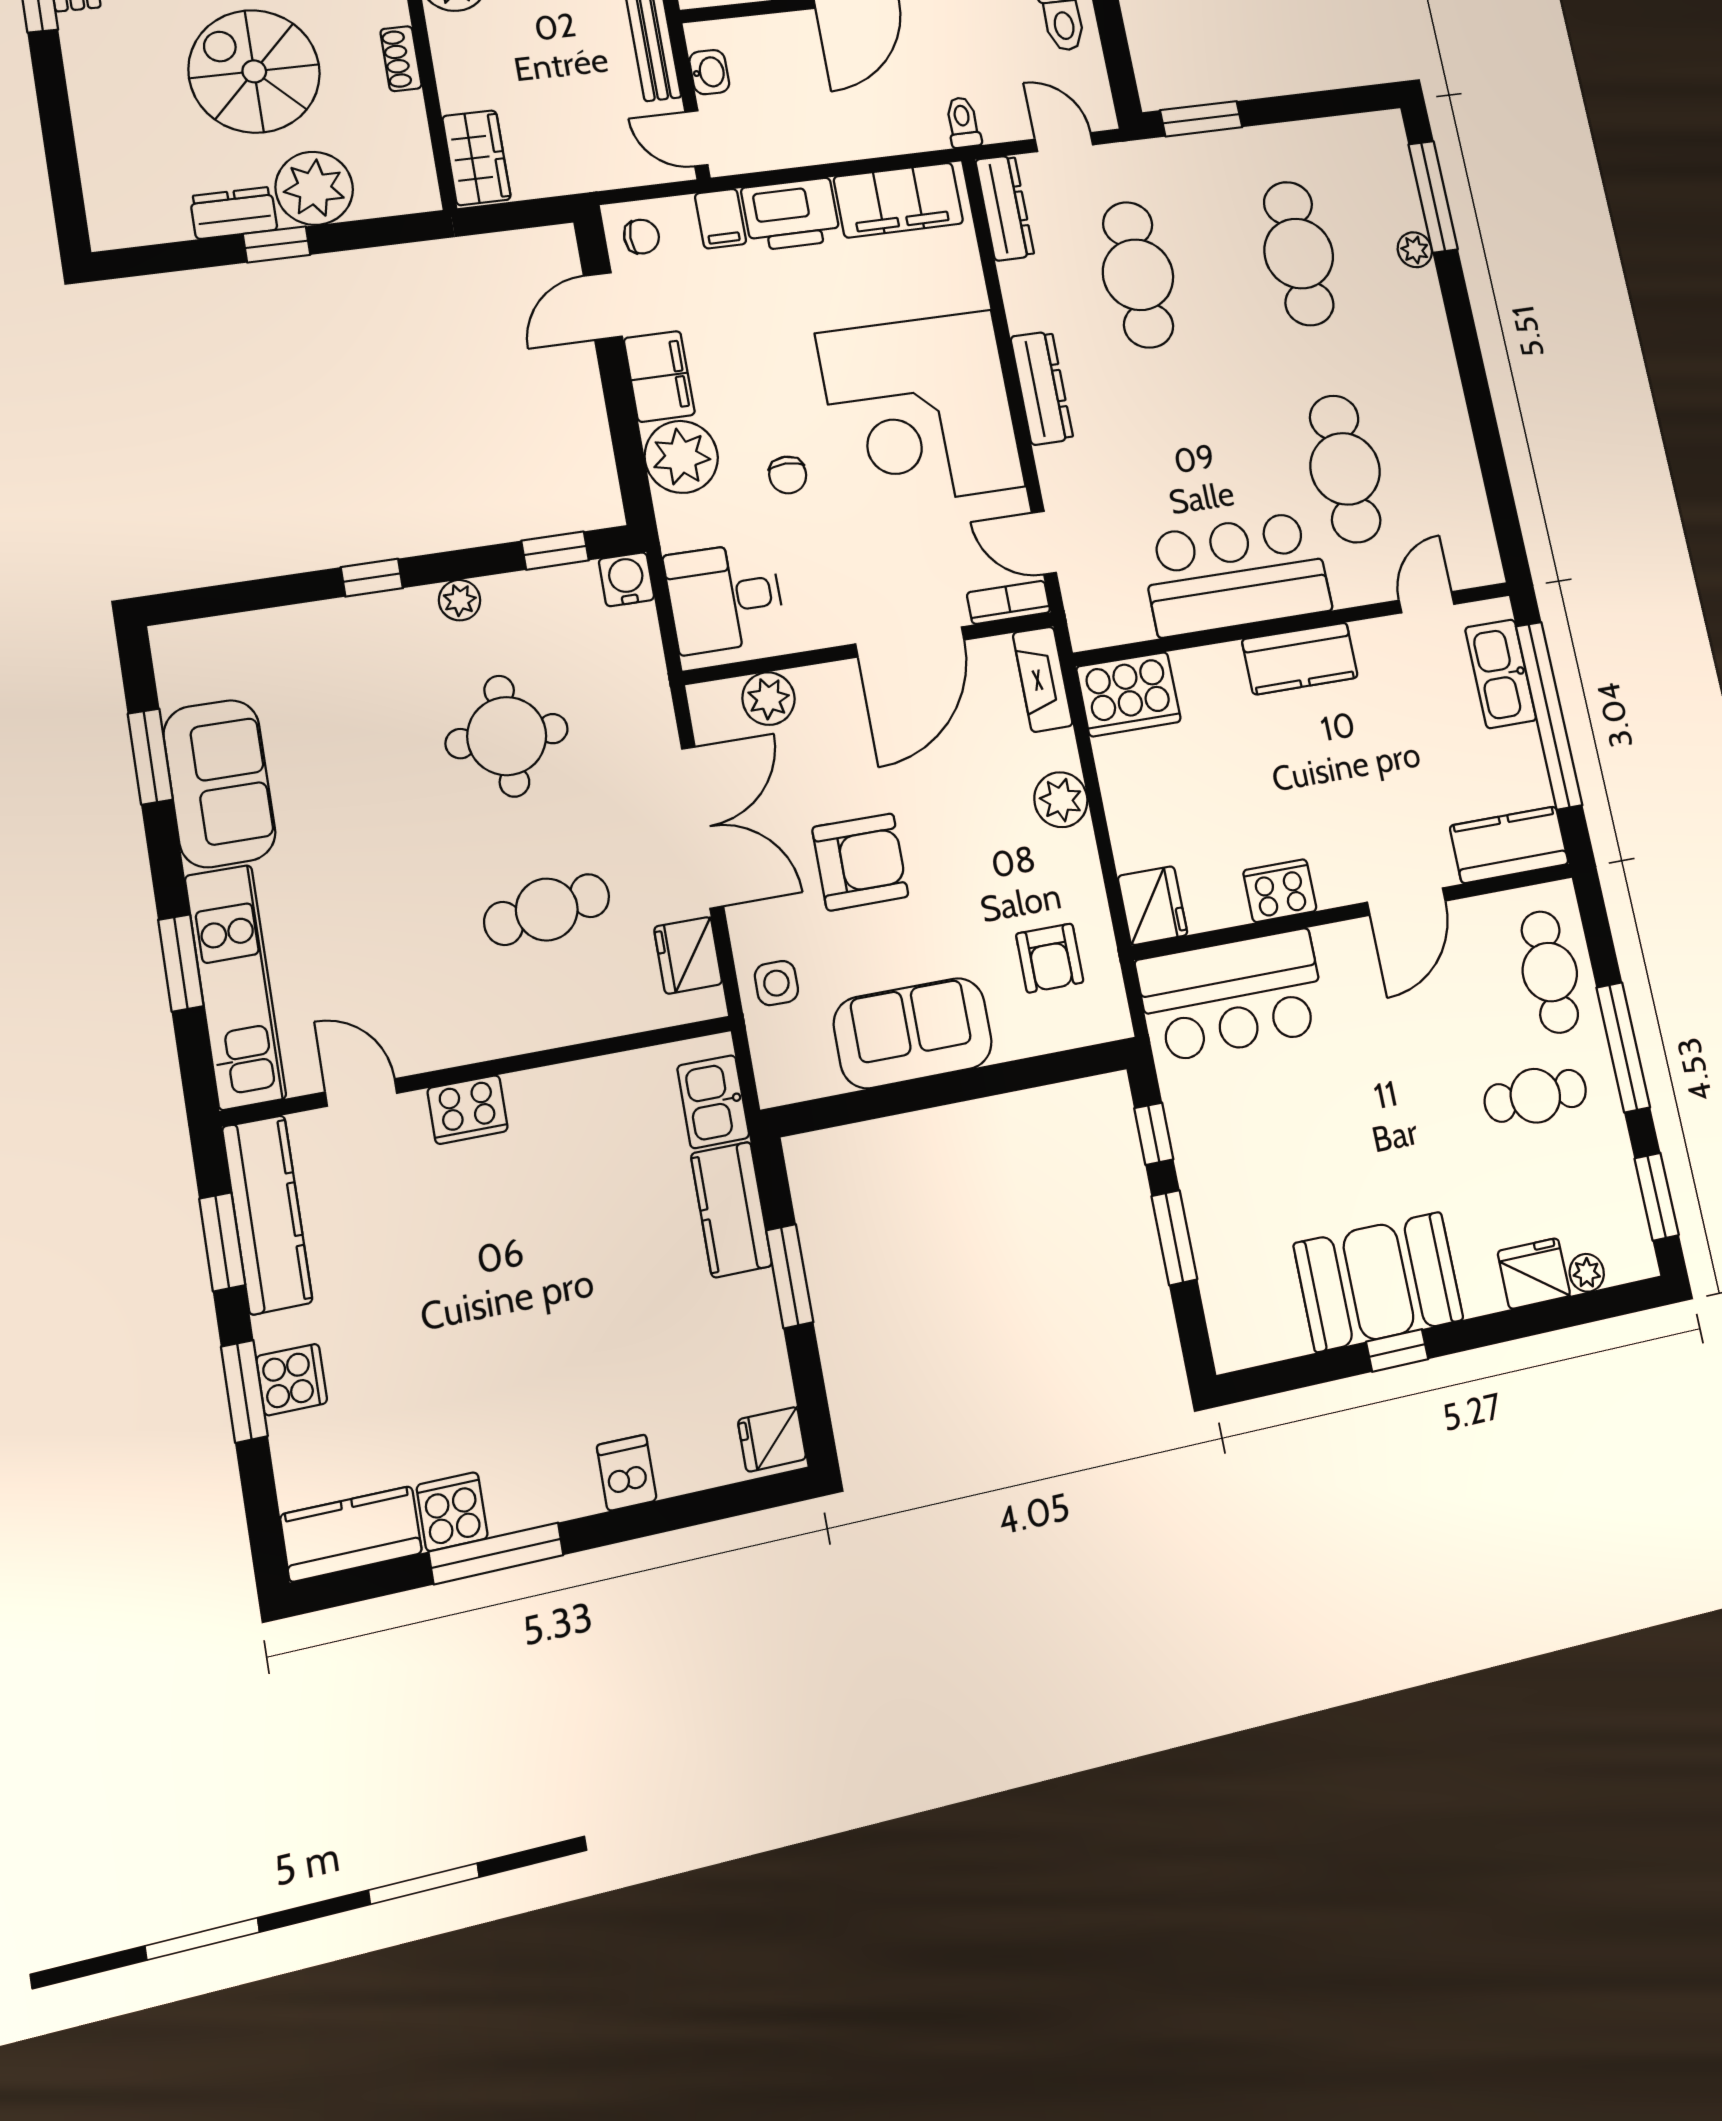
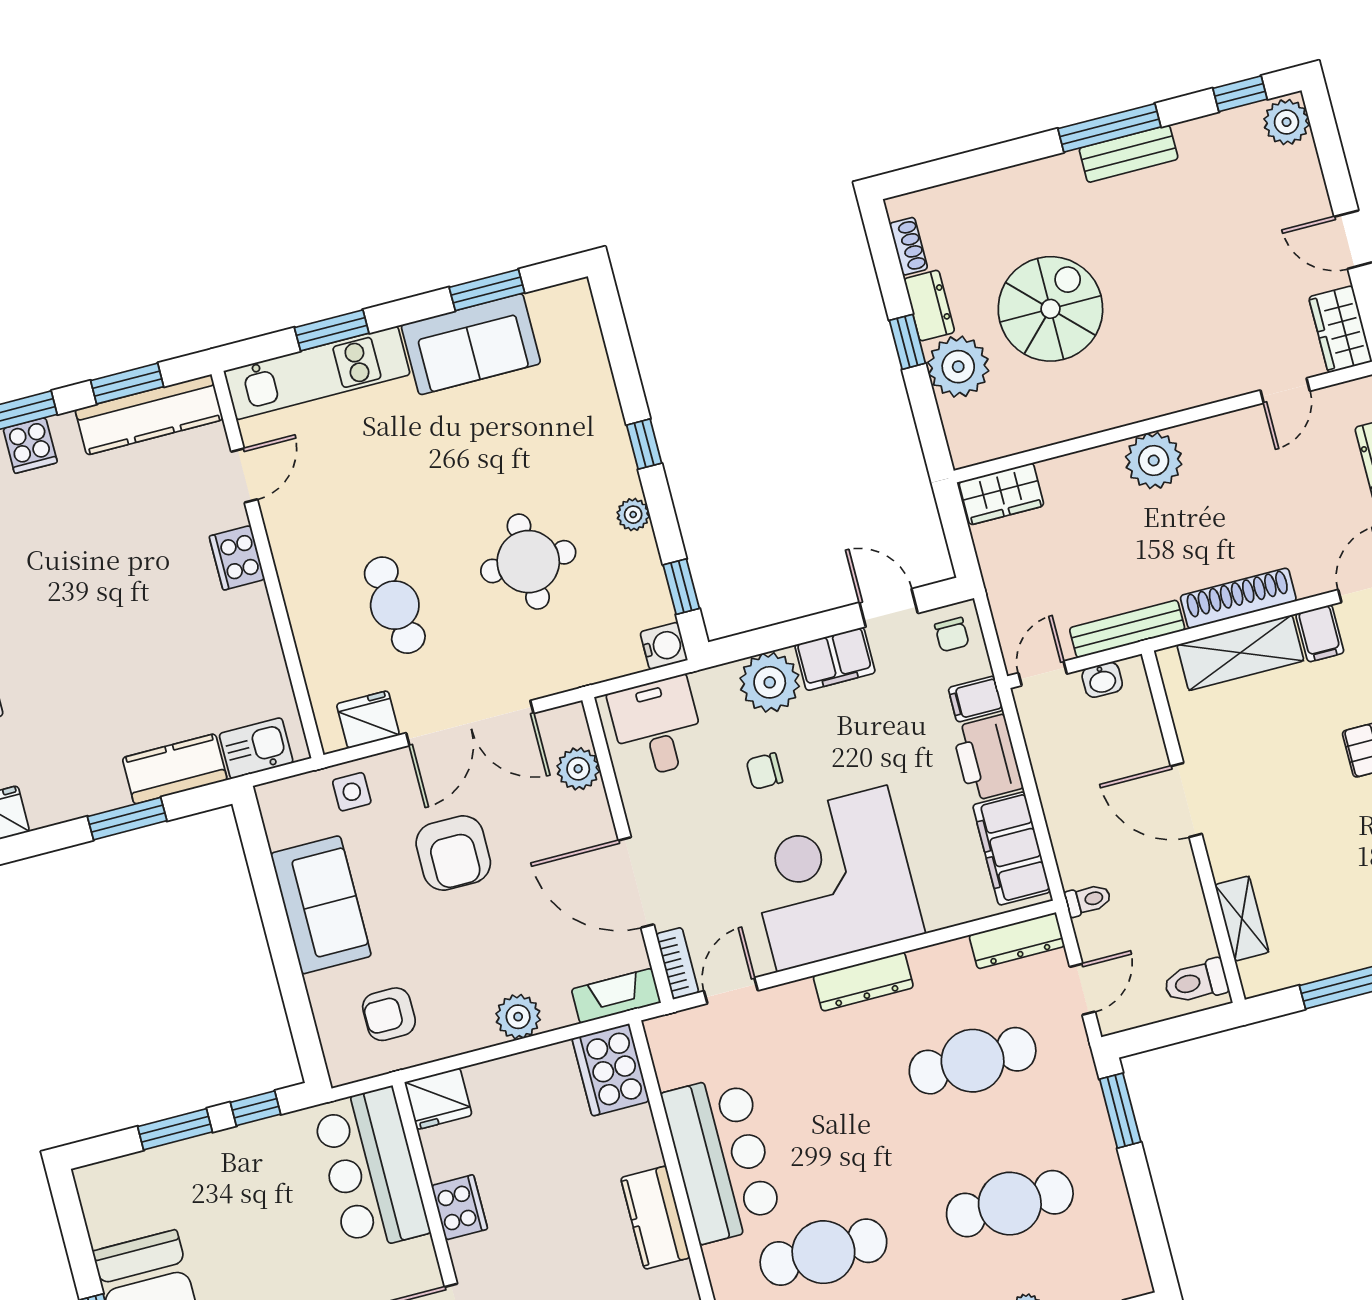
shoe rack: (401, 59) -> (909, 246), moved, turned 90

